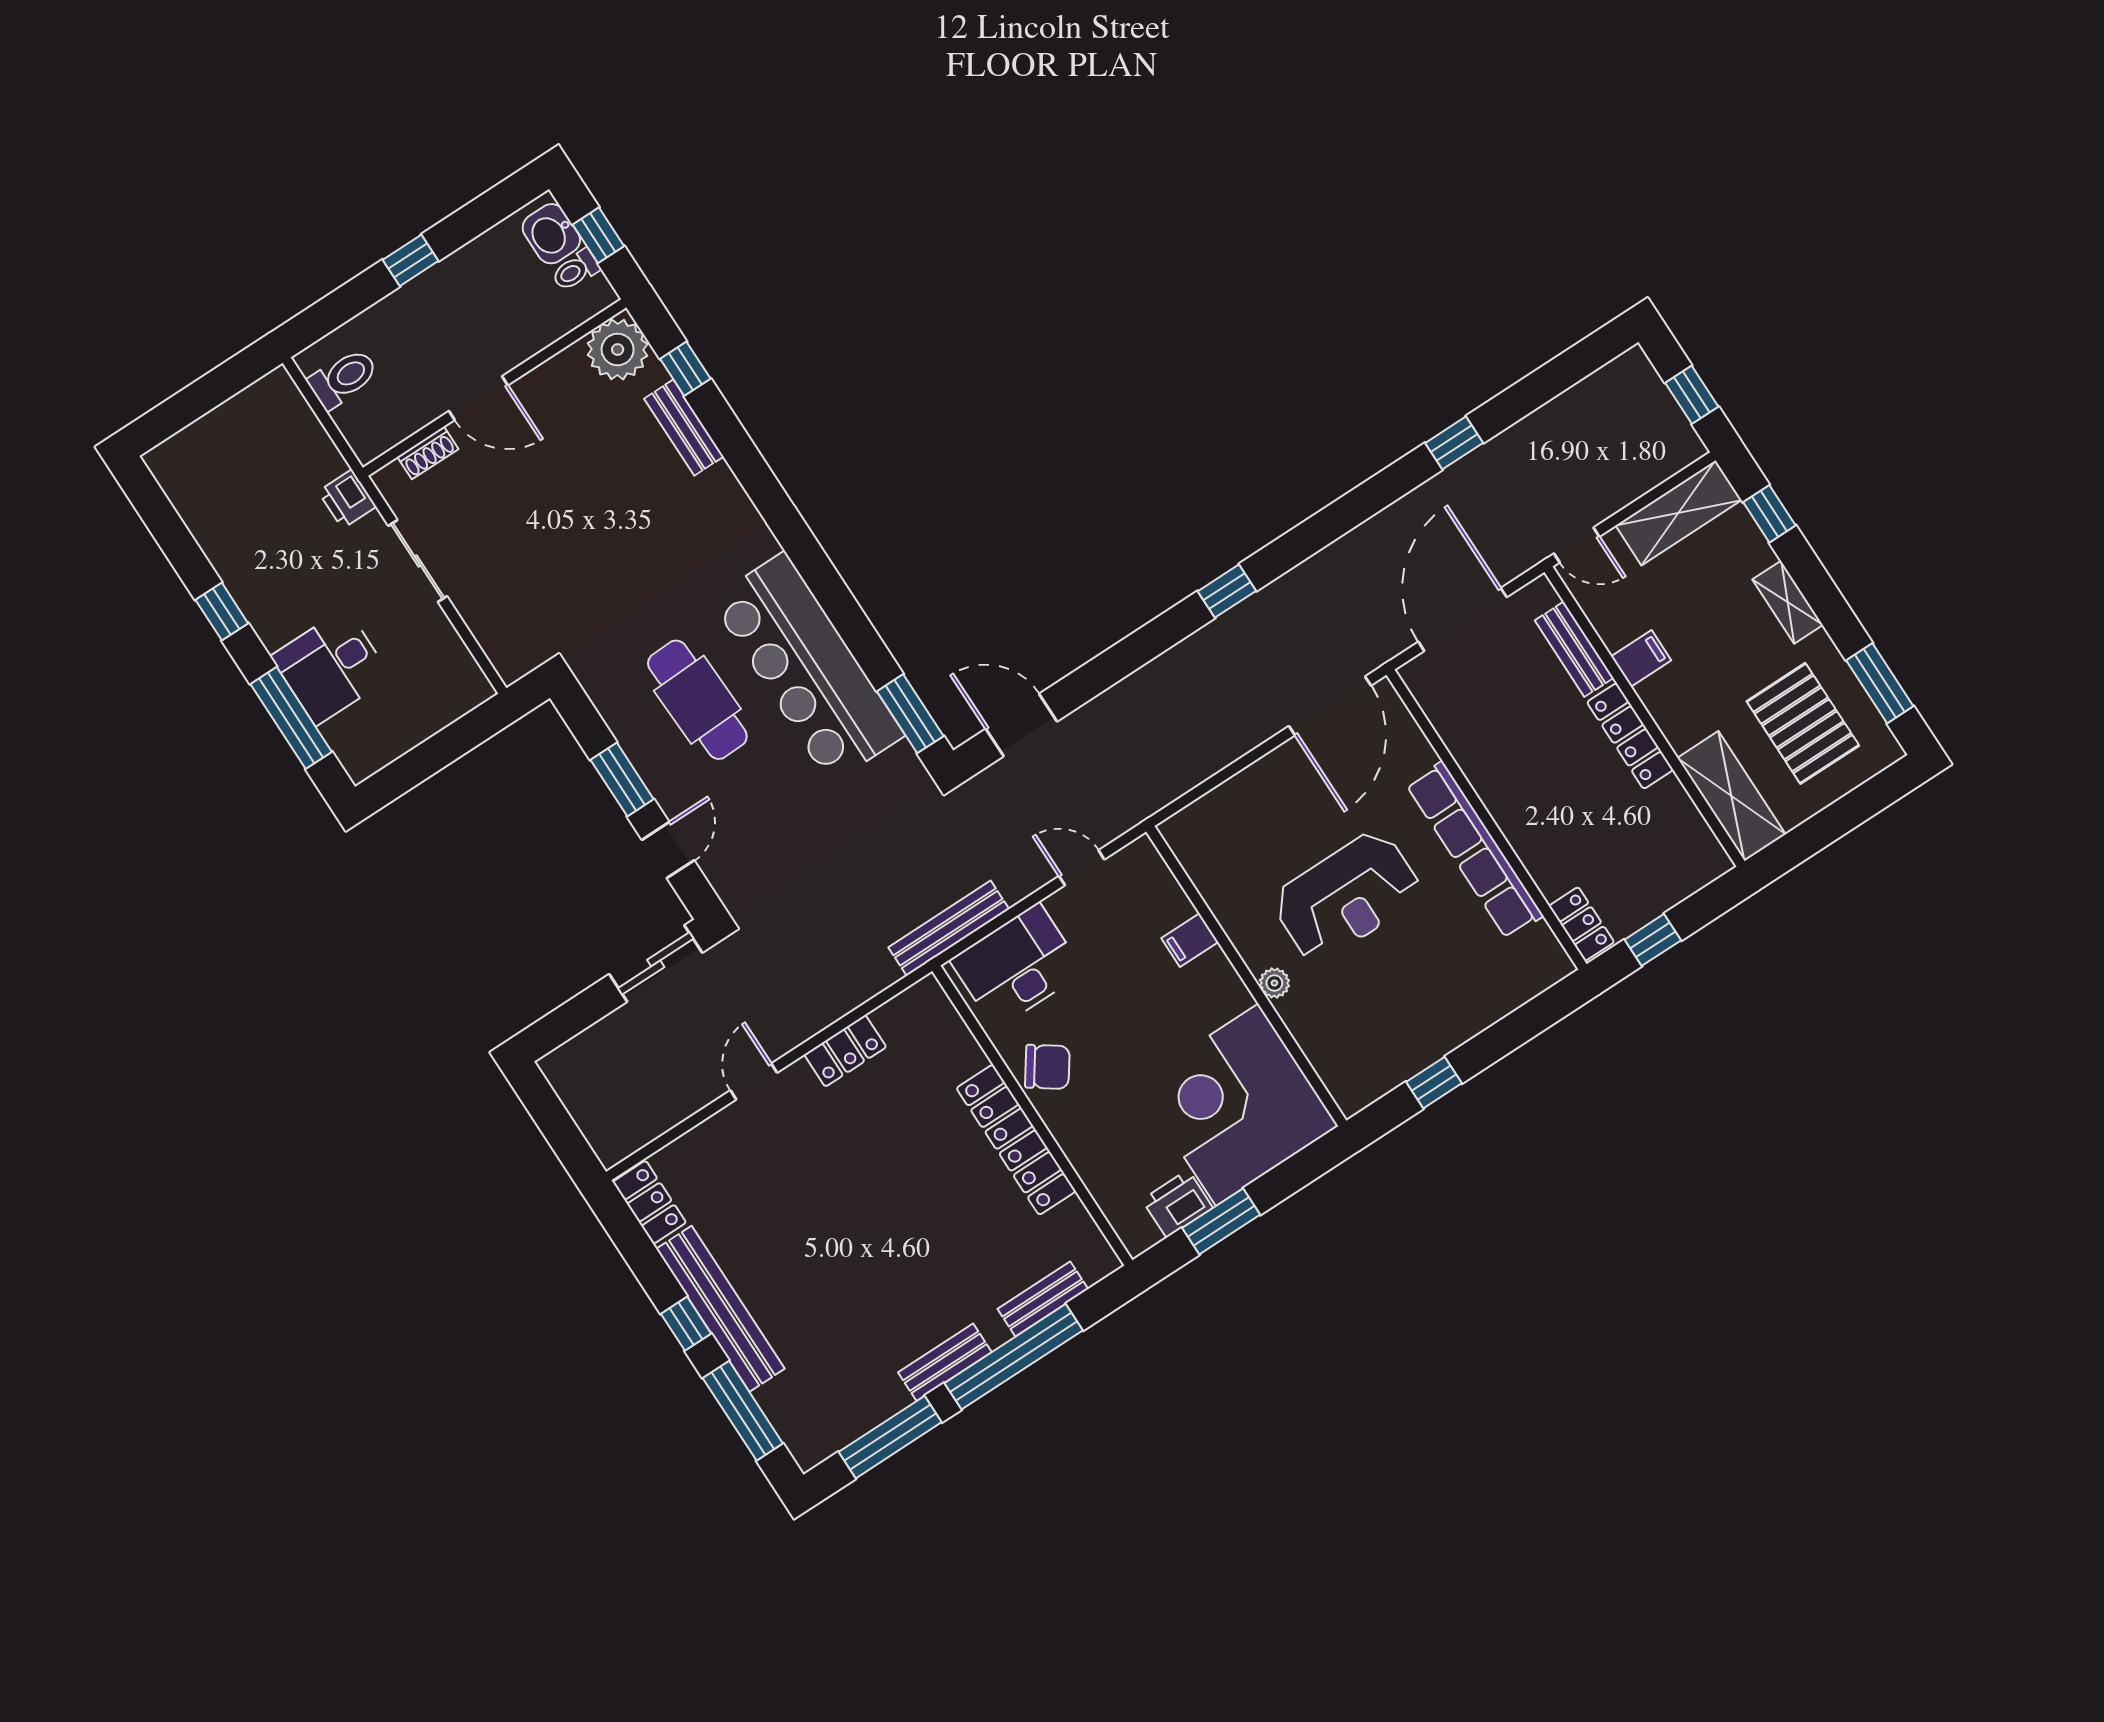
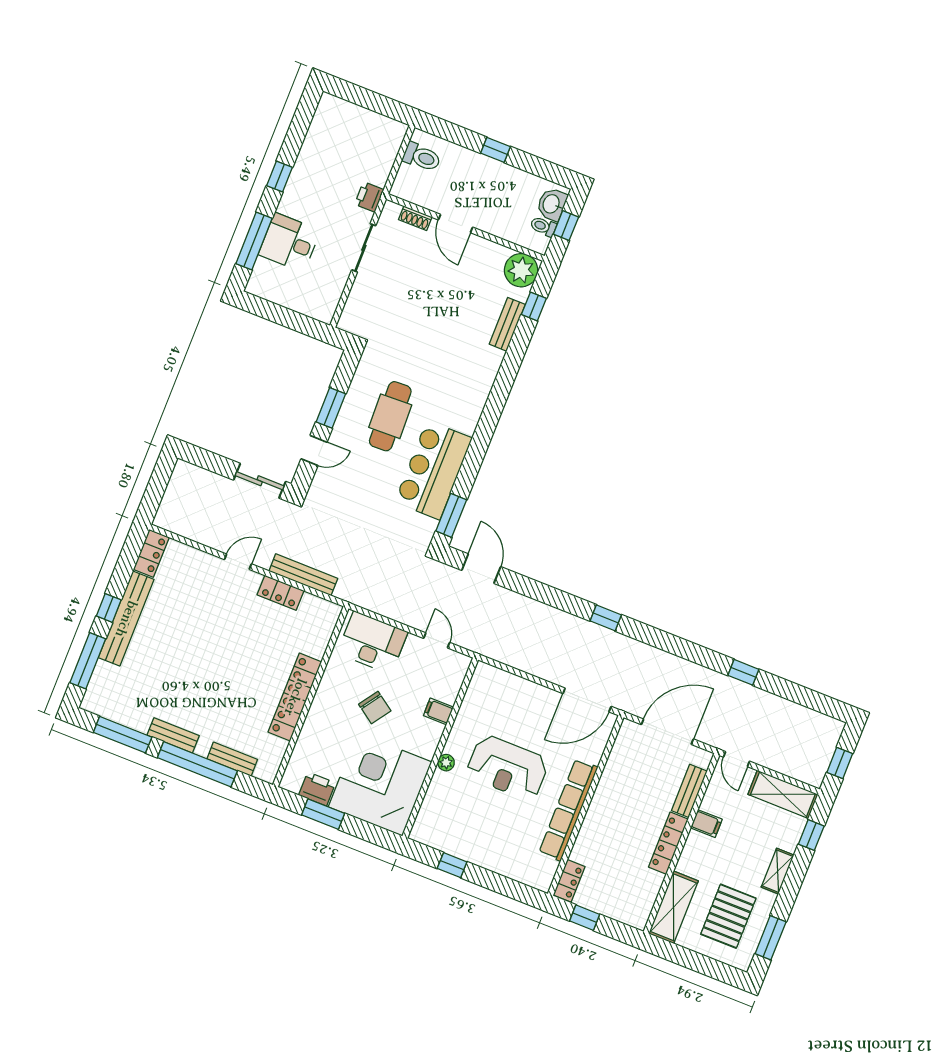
bar counter: (807, 668) -> (433, 470), width x0.73
bench: (949, 928) -> (303, 575), moved
chair: (1047, 1067) -> (375, 708), moved

